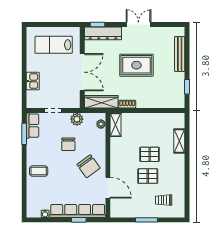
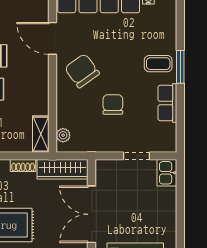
kitchen sink: (33, 81) -> (167, 173), moved
plant: (77, 119) -> (100, 143), removed
row of seats: (33, 126) -> (167, 103), moved
window: (24, 134) -> (180, 67), moved

